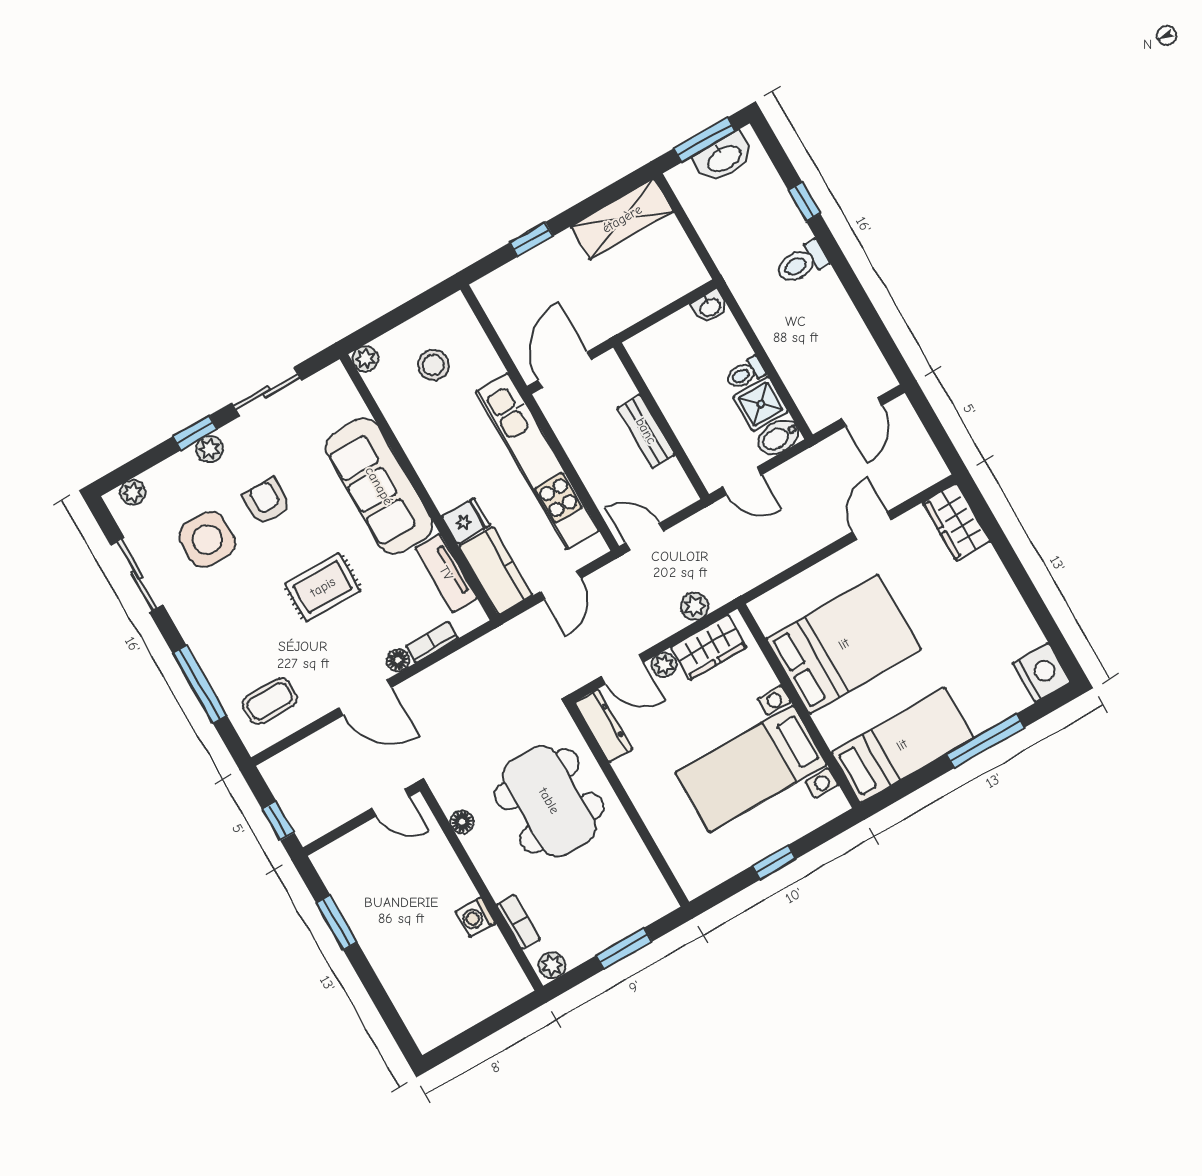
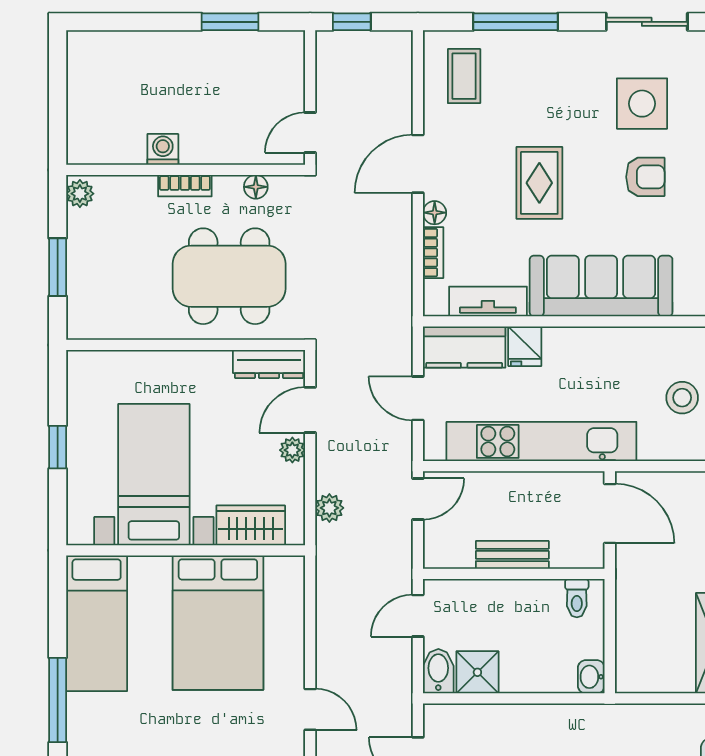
toilet: (745, 373) -> (577, 598), moved, turned 180
wardrobe: (709, 647) -> (251, 525), moved, turned 90
bookcase: (518, 922) -> (185, 186), moved

